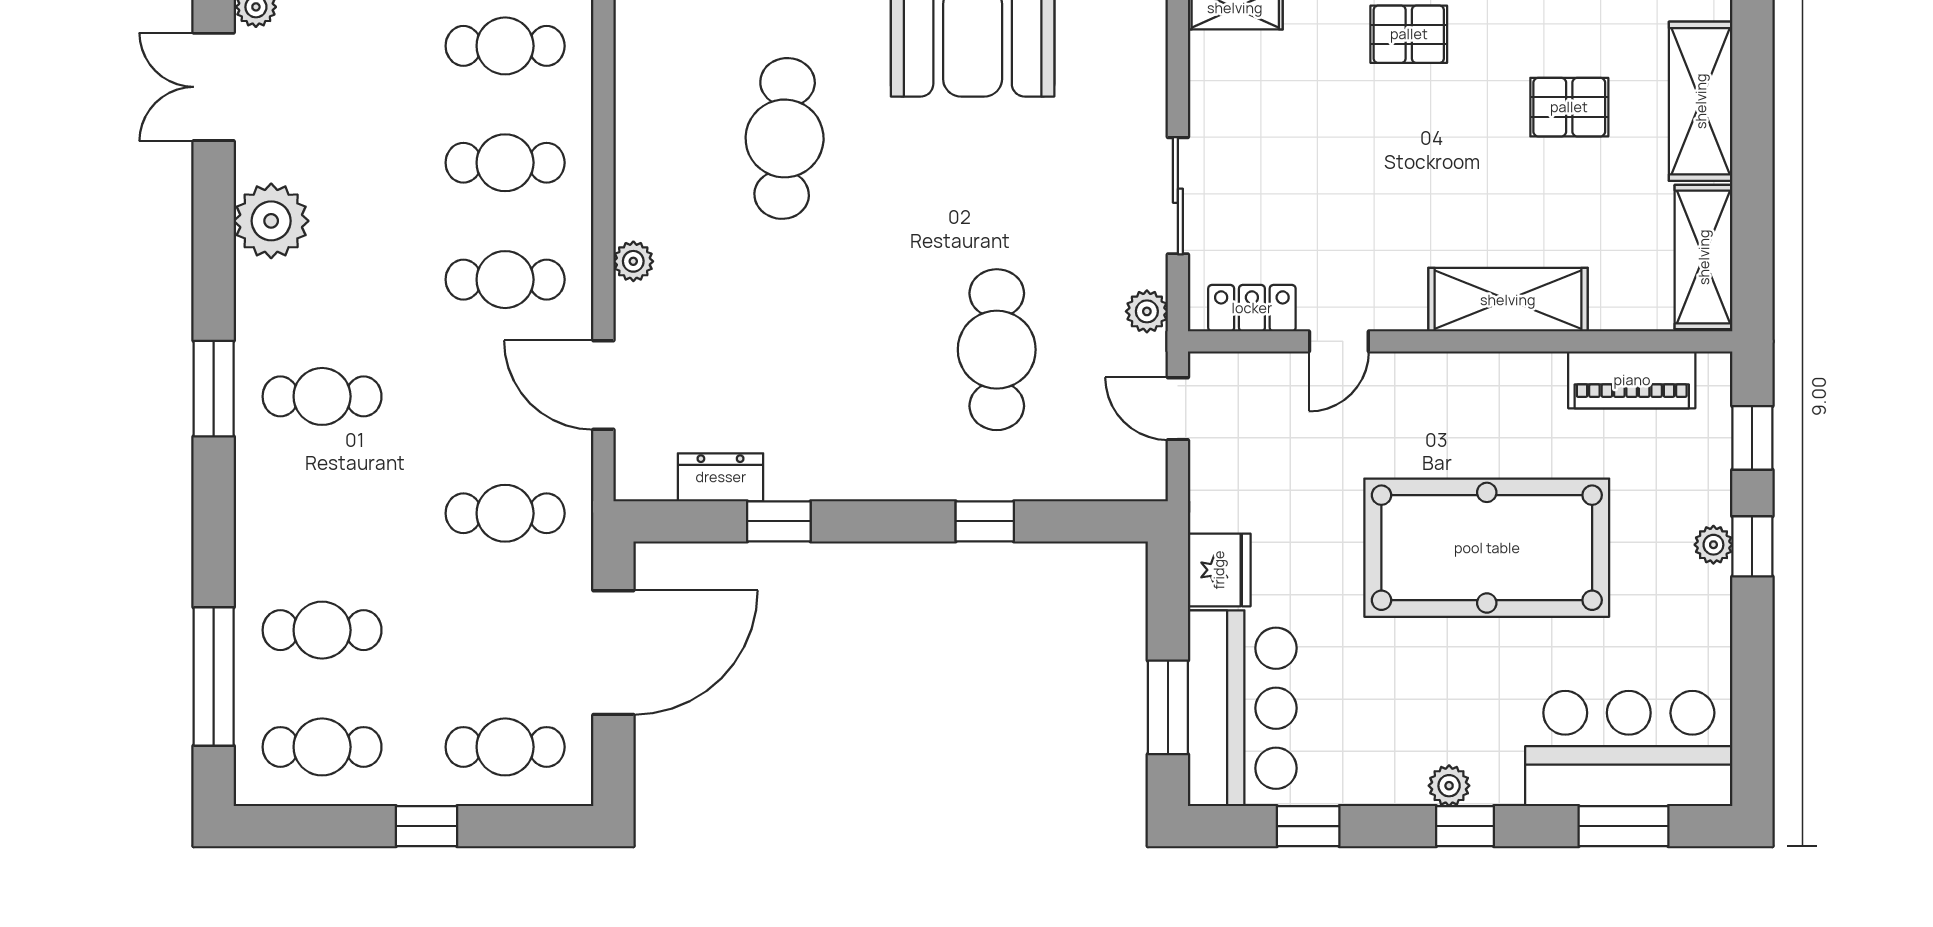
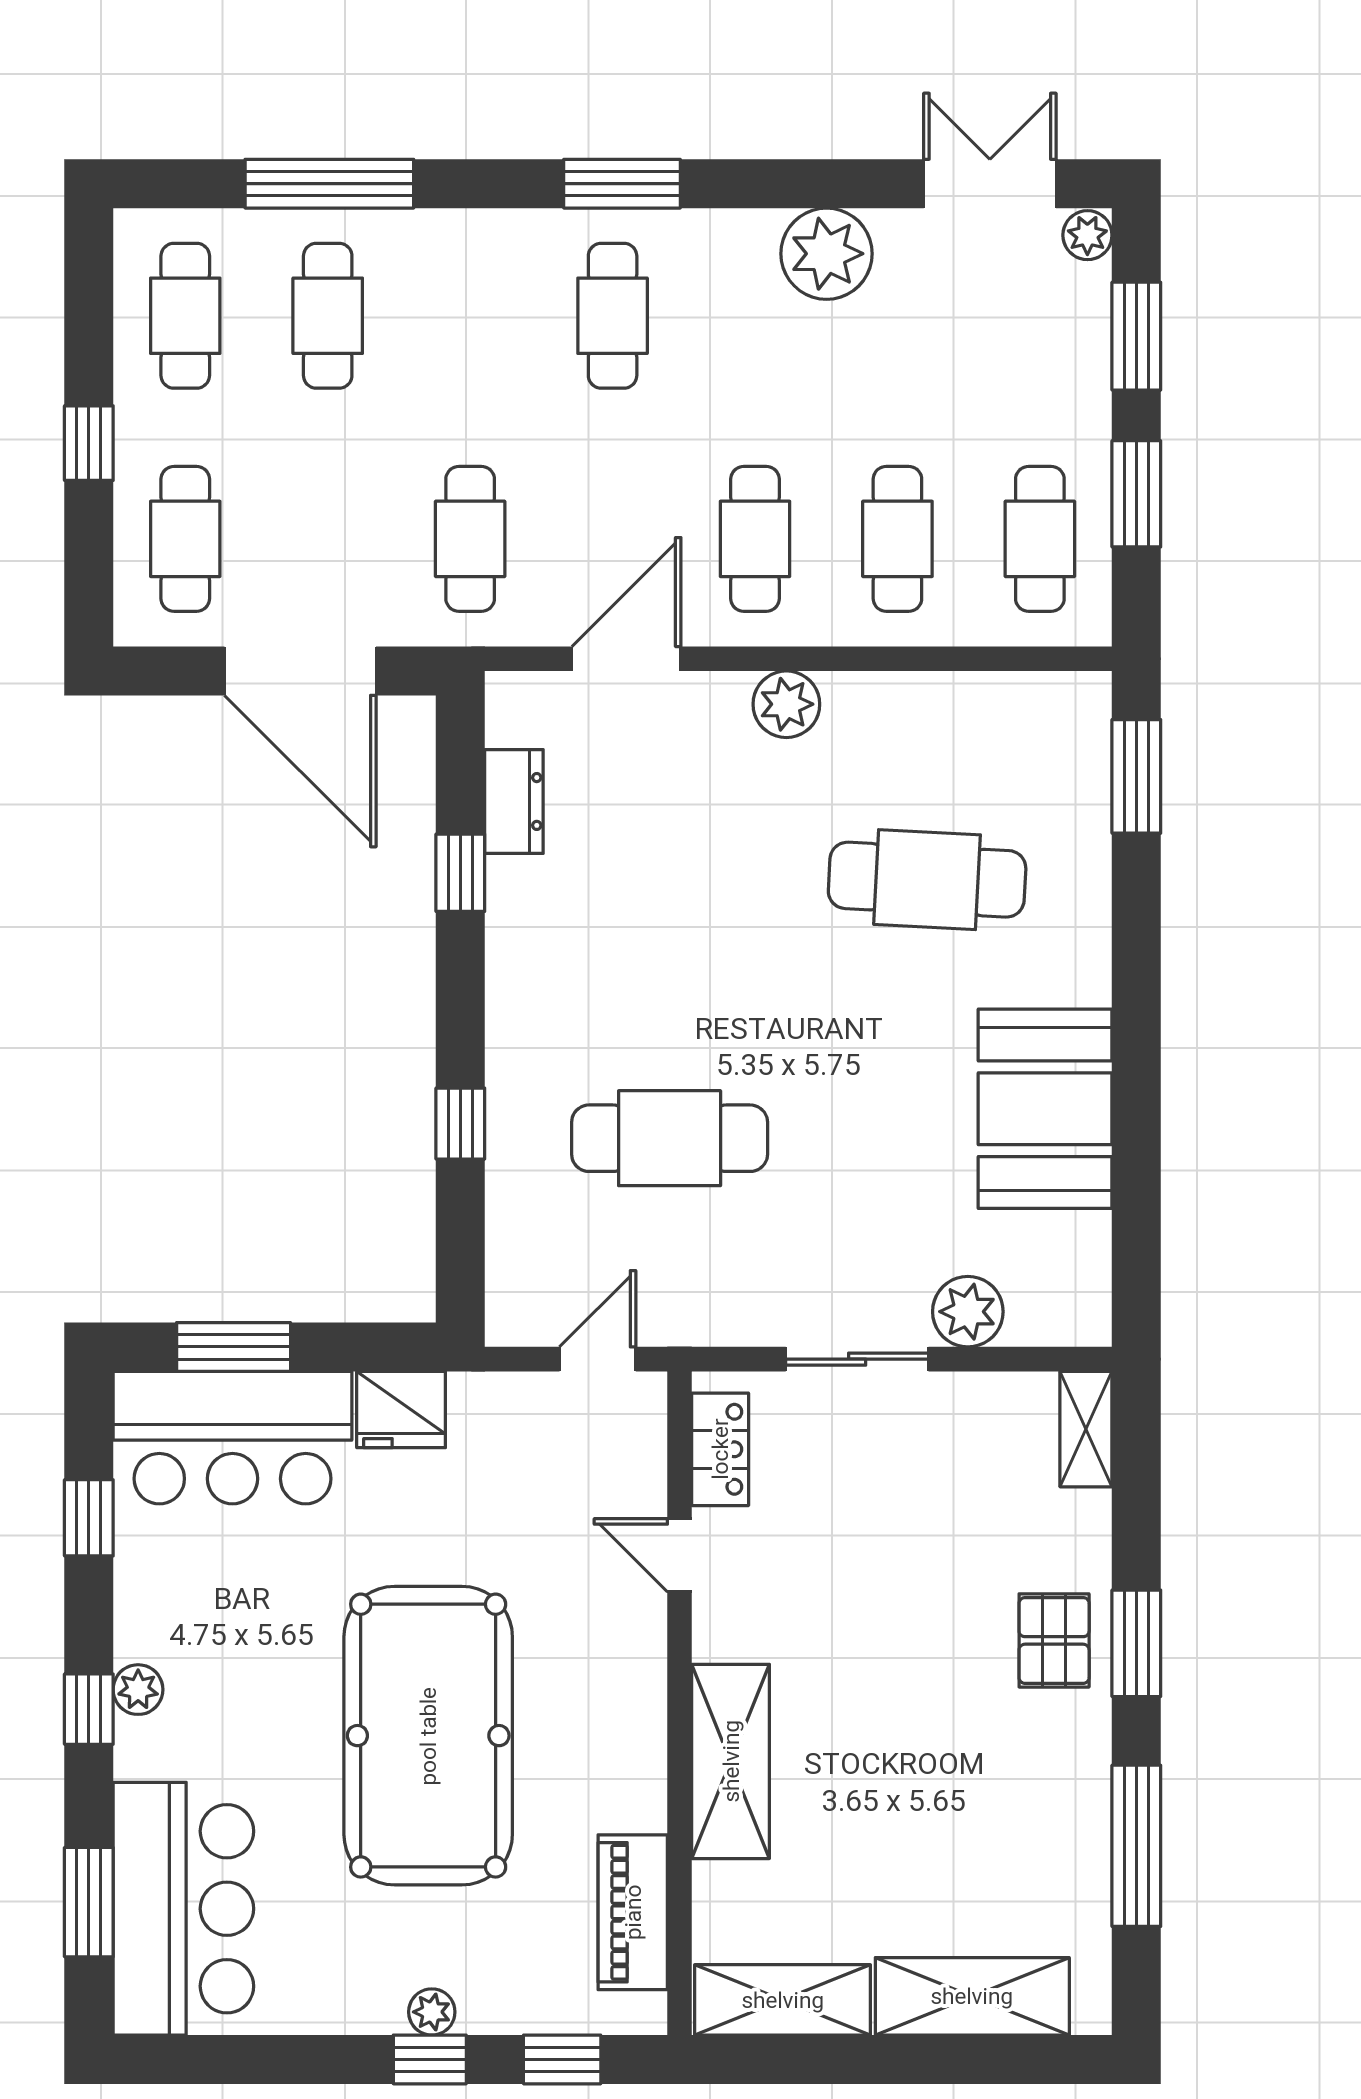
pallet: (1569, 107) -> (965, 1836), removed
plant: (633, 261) -> (786, 704), width x1.38, depth x1.38
plant: (1147, 311) -> (968, 1312), moved, width x1.38, depth x1.38
window: (214, 677) -> (329, 184), moved

